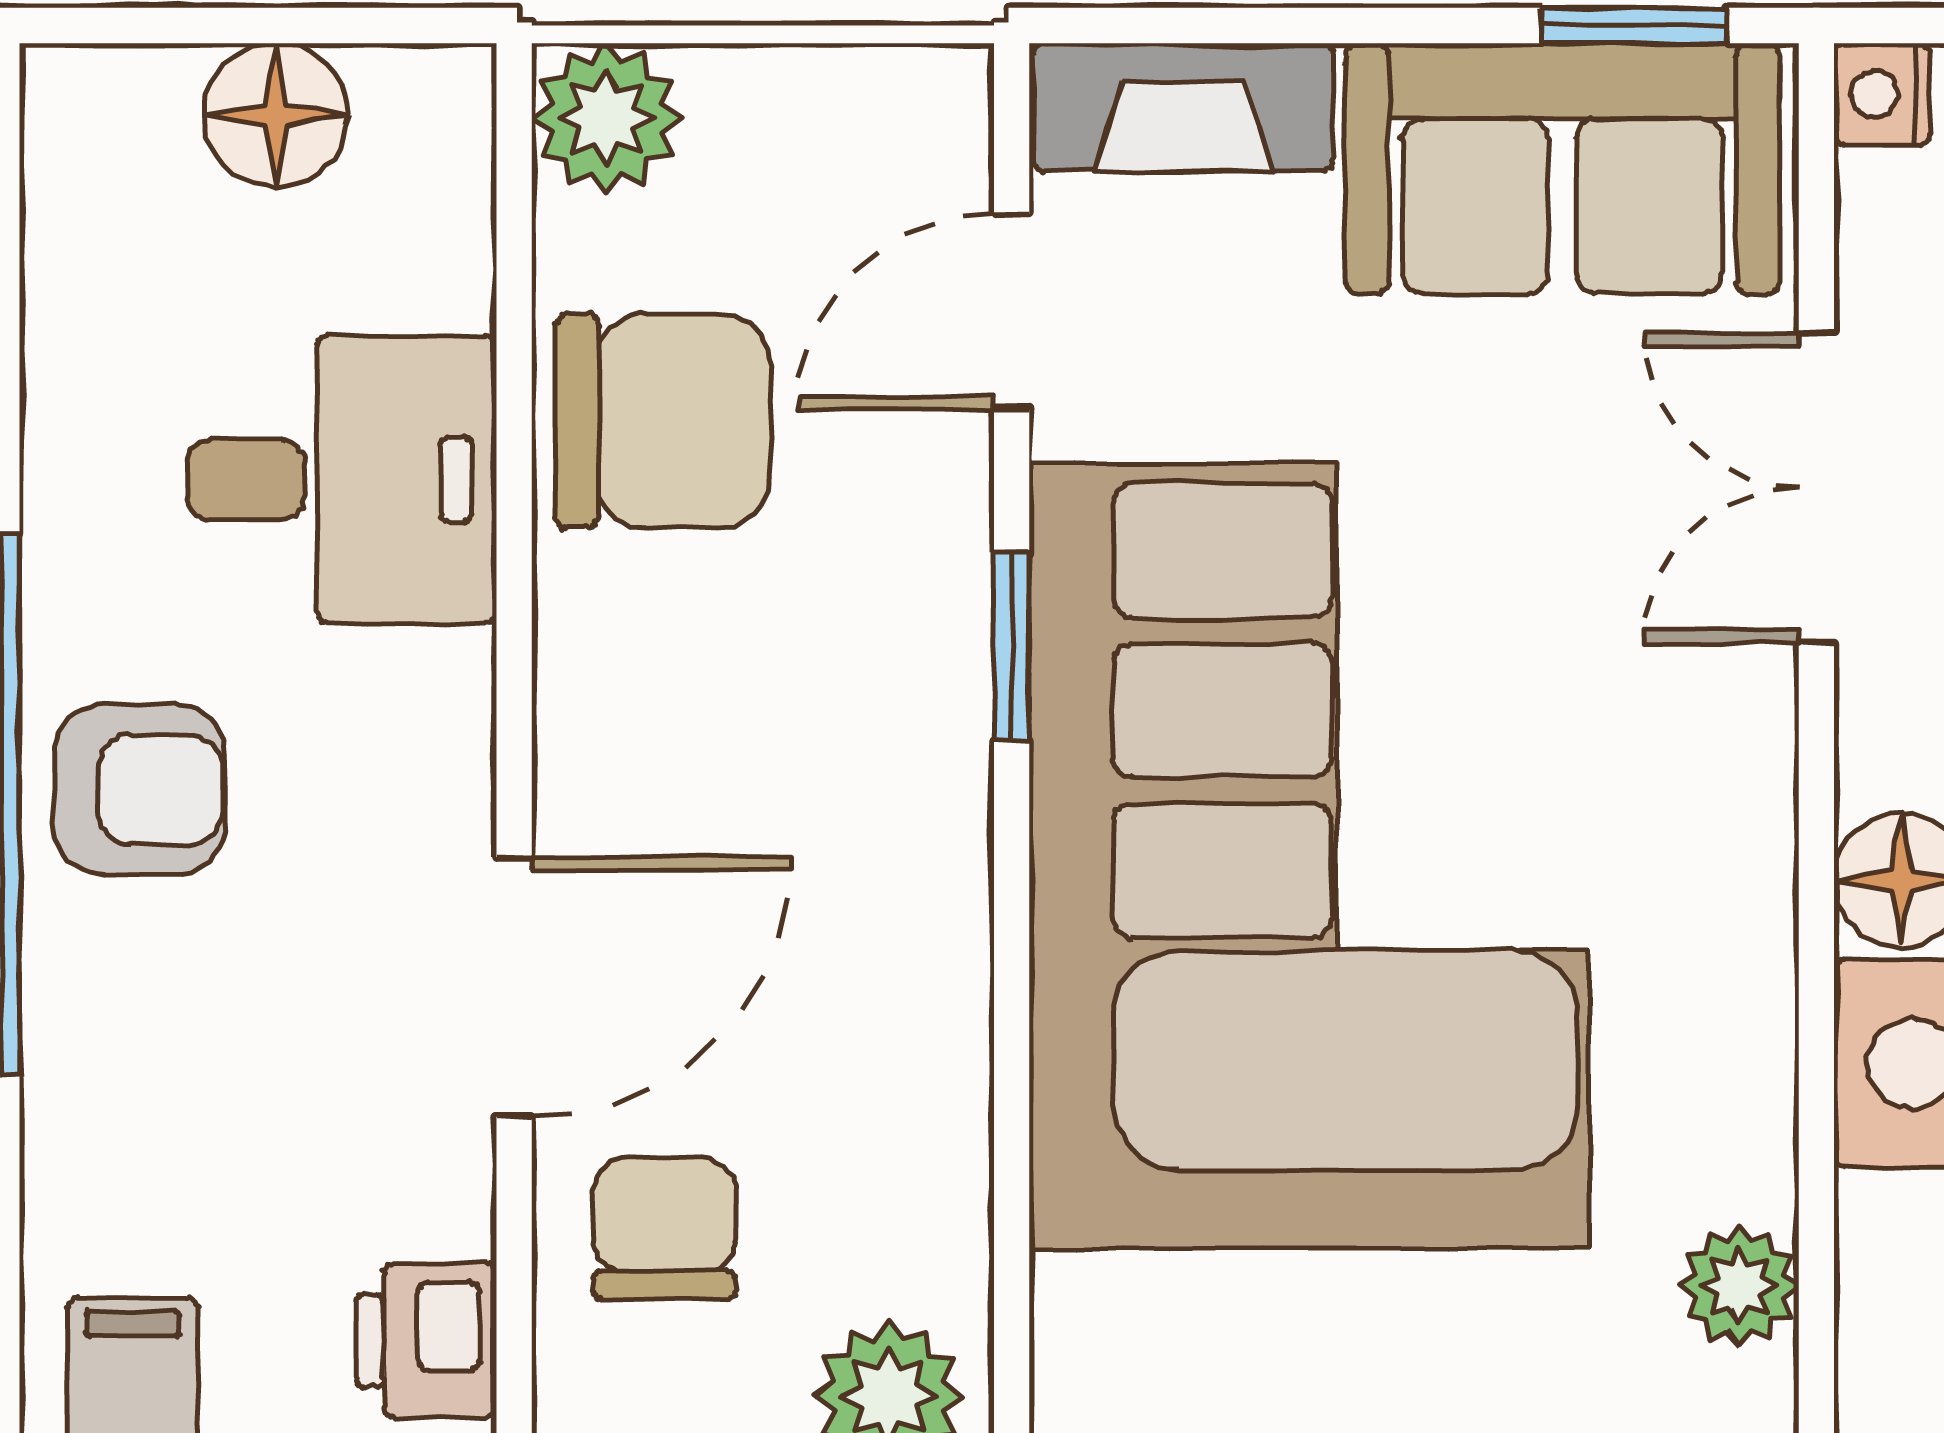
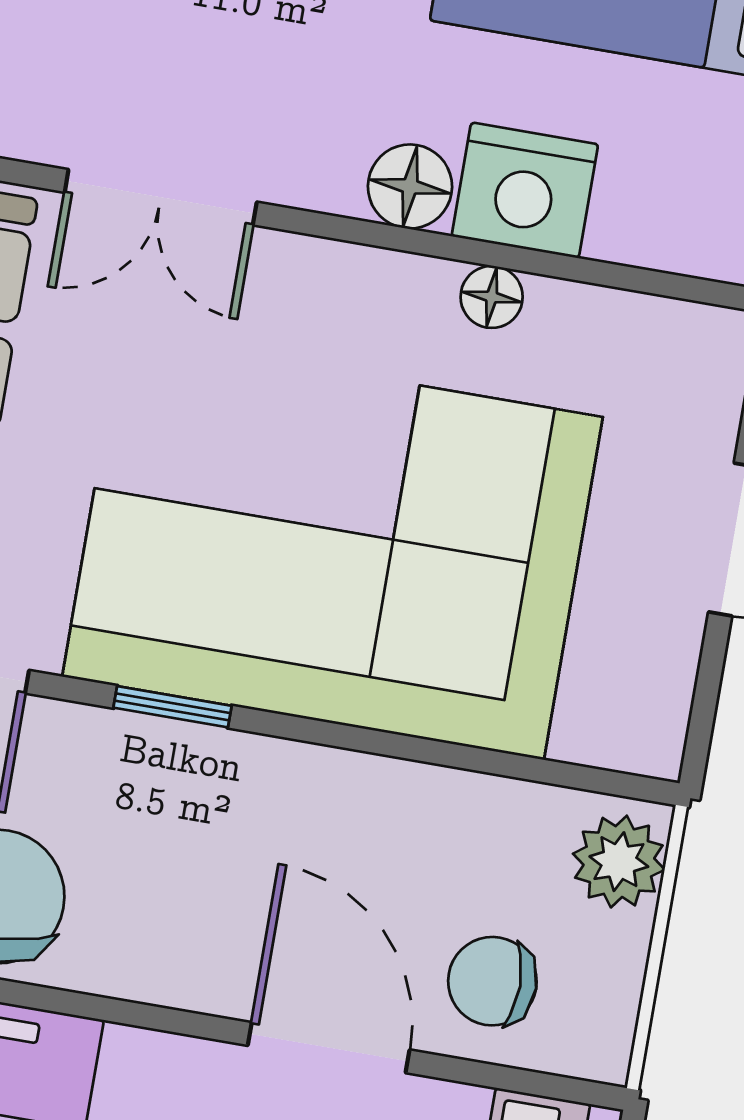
floor lamp: (1749, 1040) -> (492, 297), added
plant: (1739, 1286) -> (642, 329), removed

